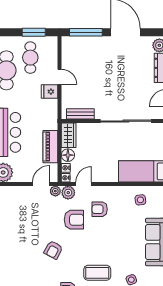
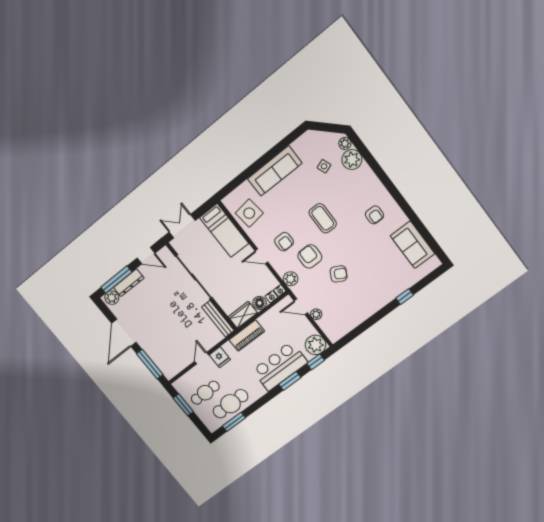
bench: (80, 114) -> (218, 319), width x1.36
piano: (50, 147) -> (247, 336), moved
door: (84, 184) -> (261, 256), moved
plant: (55, 191) -> (316, 314), moved
side table: (140, 200) -> (249, 213), width x1.87, depth x1.87
armchair: (53, 250) -> (339, 274), moved
coffee table: (97, 273) -> (323, 218), moved

